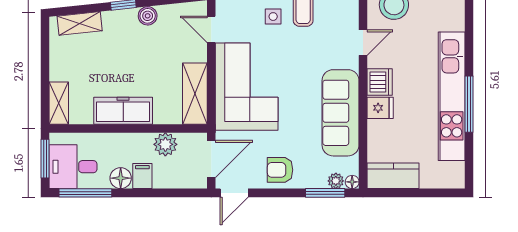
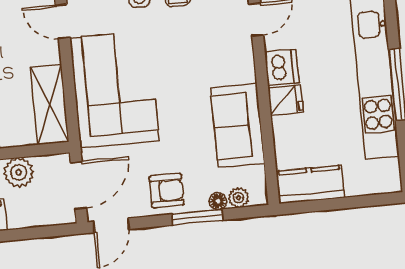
sofa: (341, 113) -> (238, 126), width x0.73
armchair: (280, 170) -> (167, 191), turned 180
floor lamp: (352, 182) -> (218, 201), moved
window: (325, 193) -> (197, 217), moved

